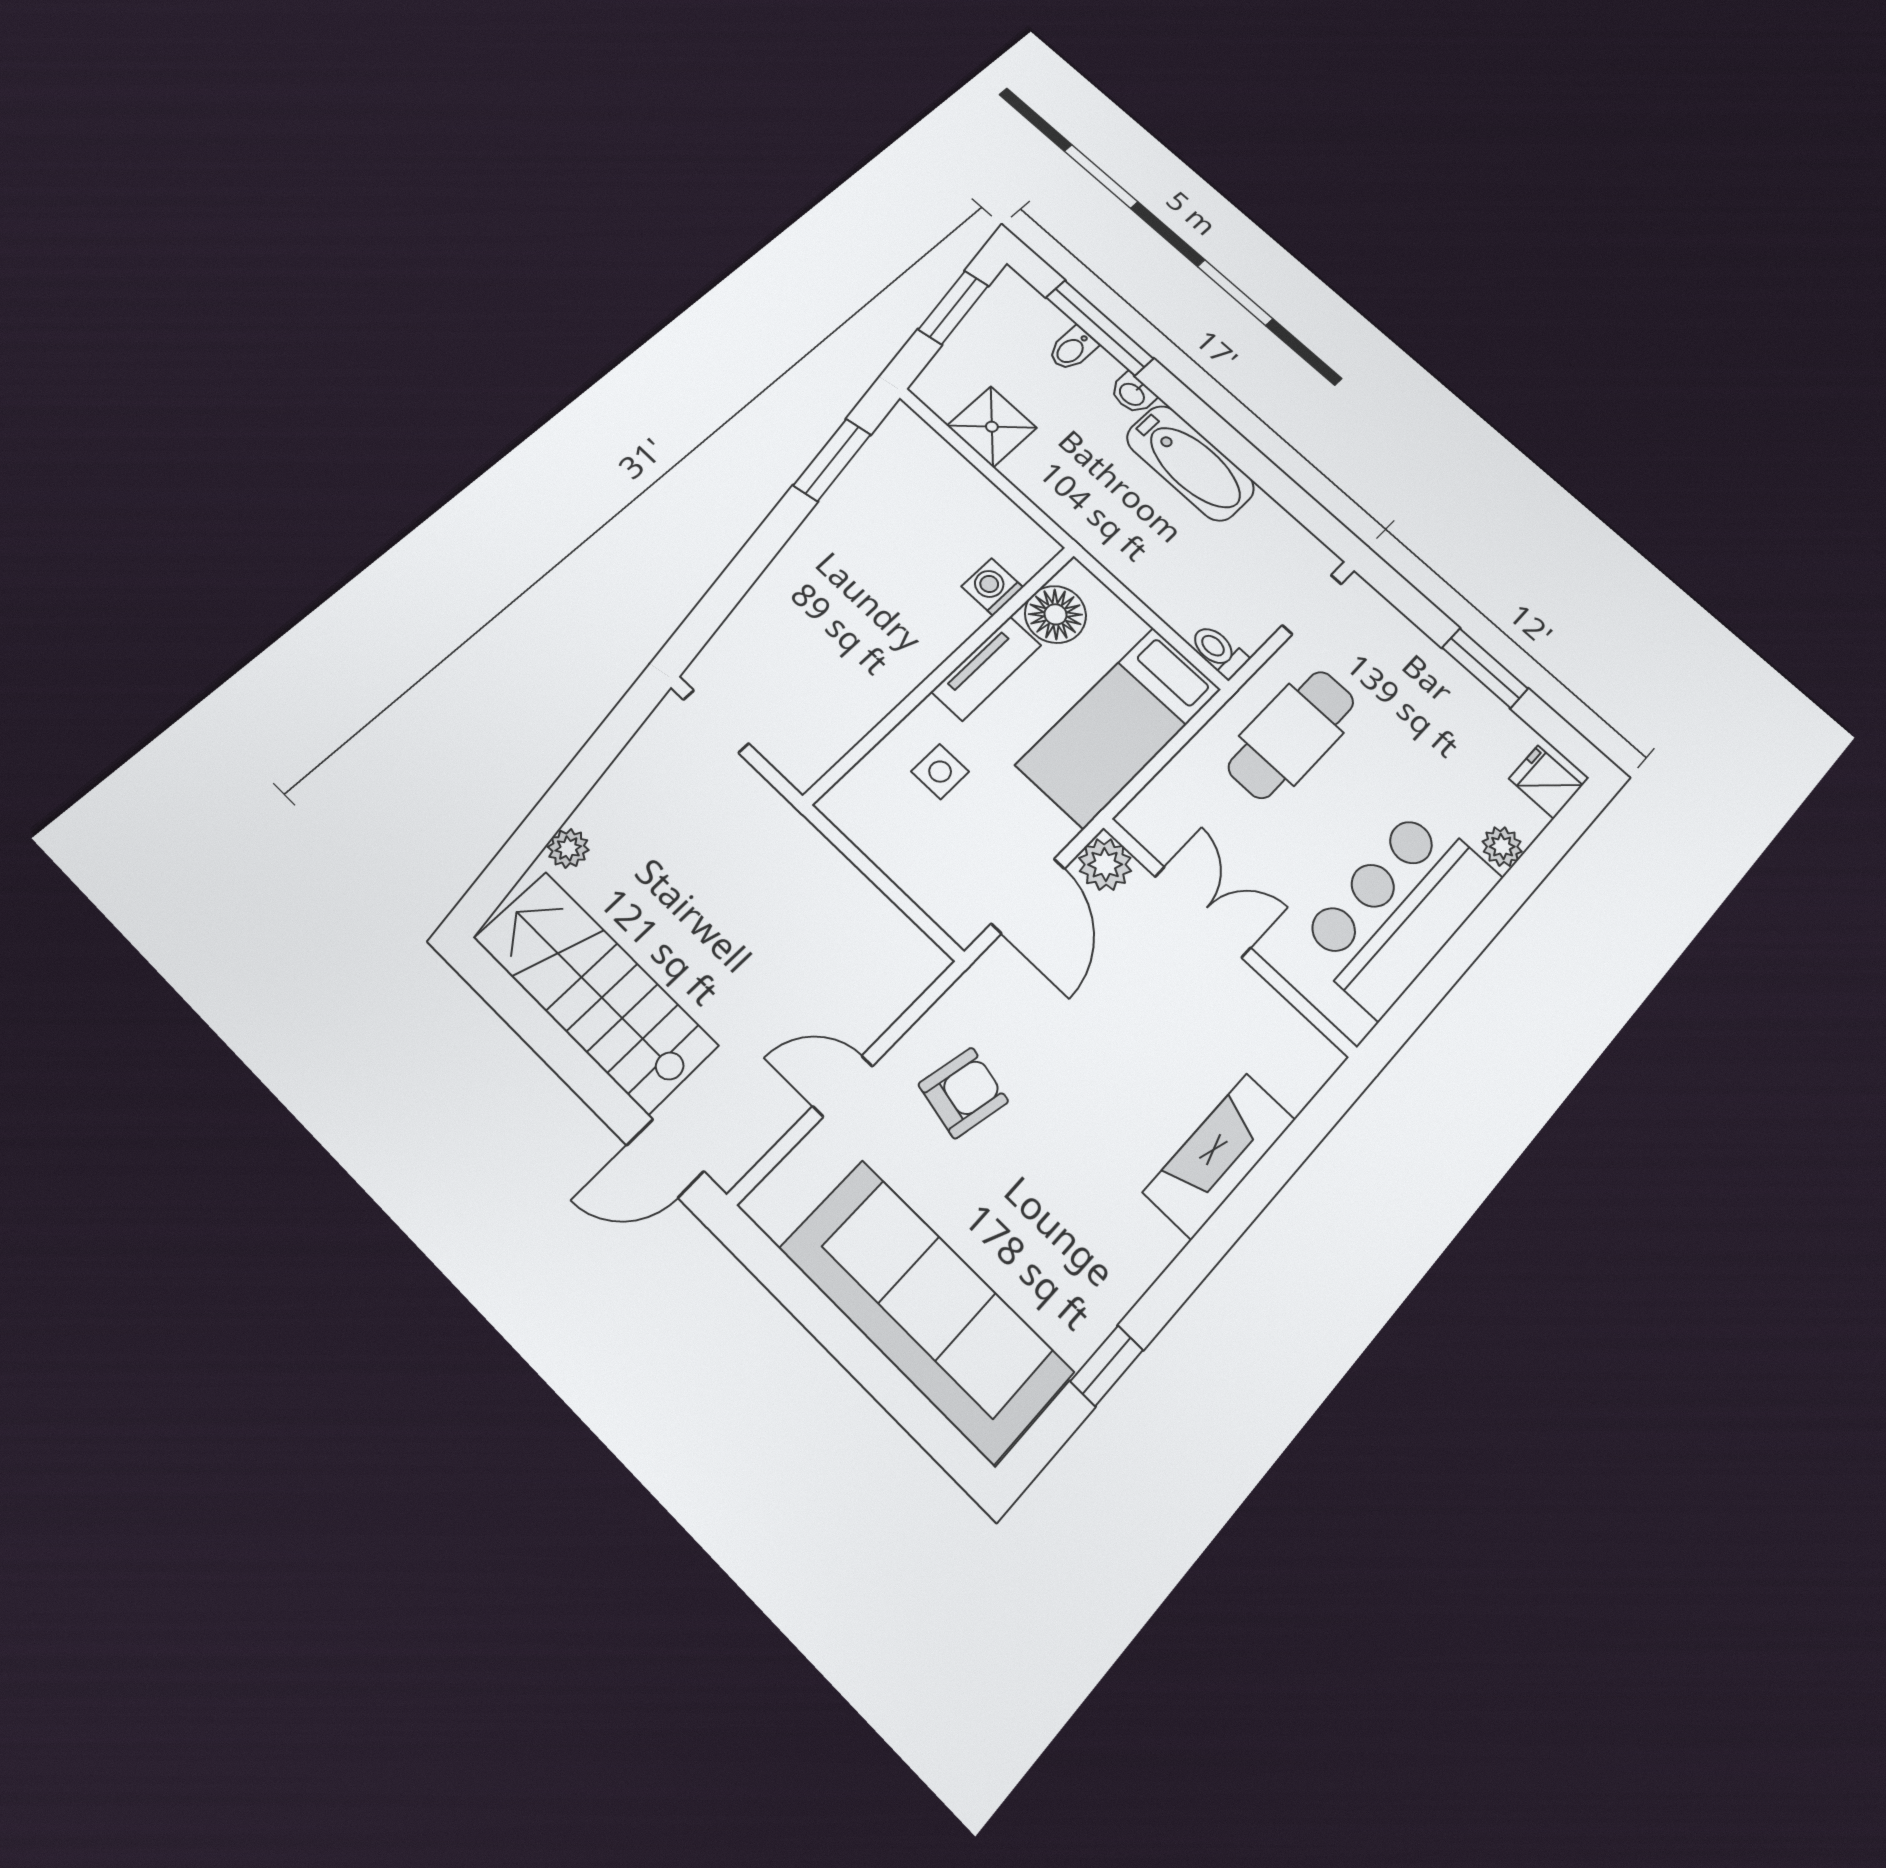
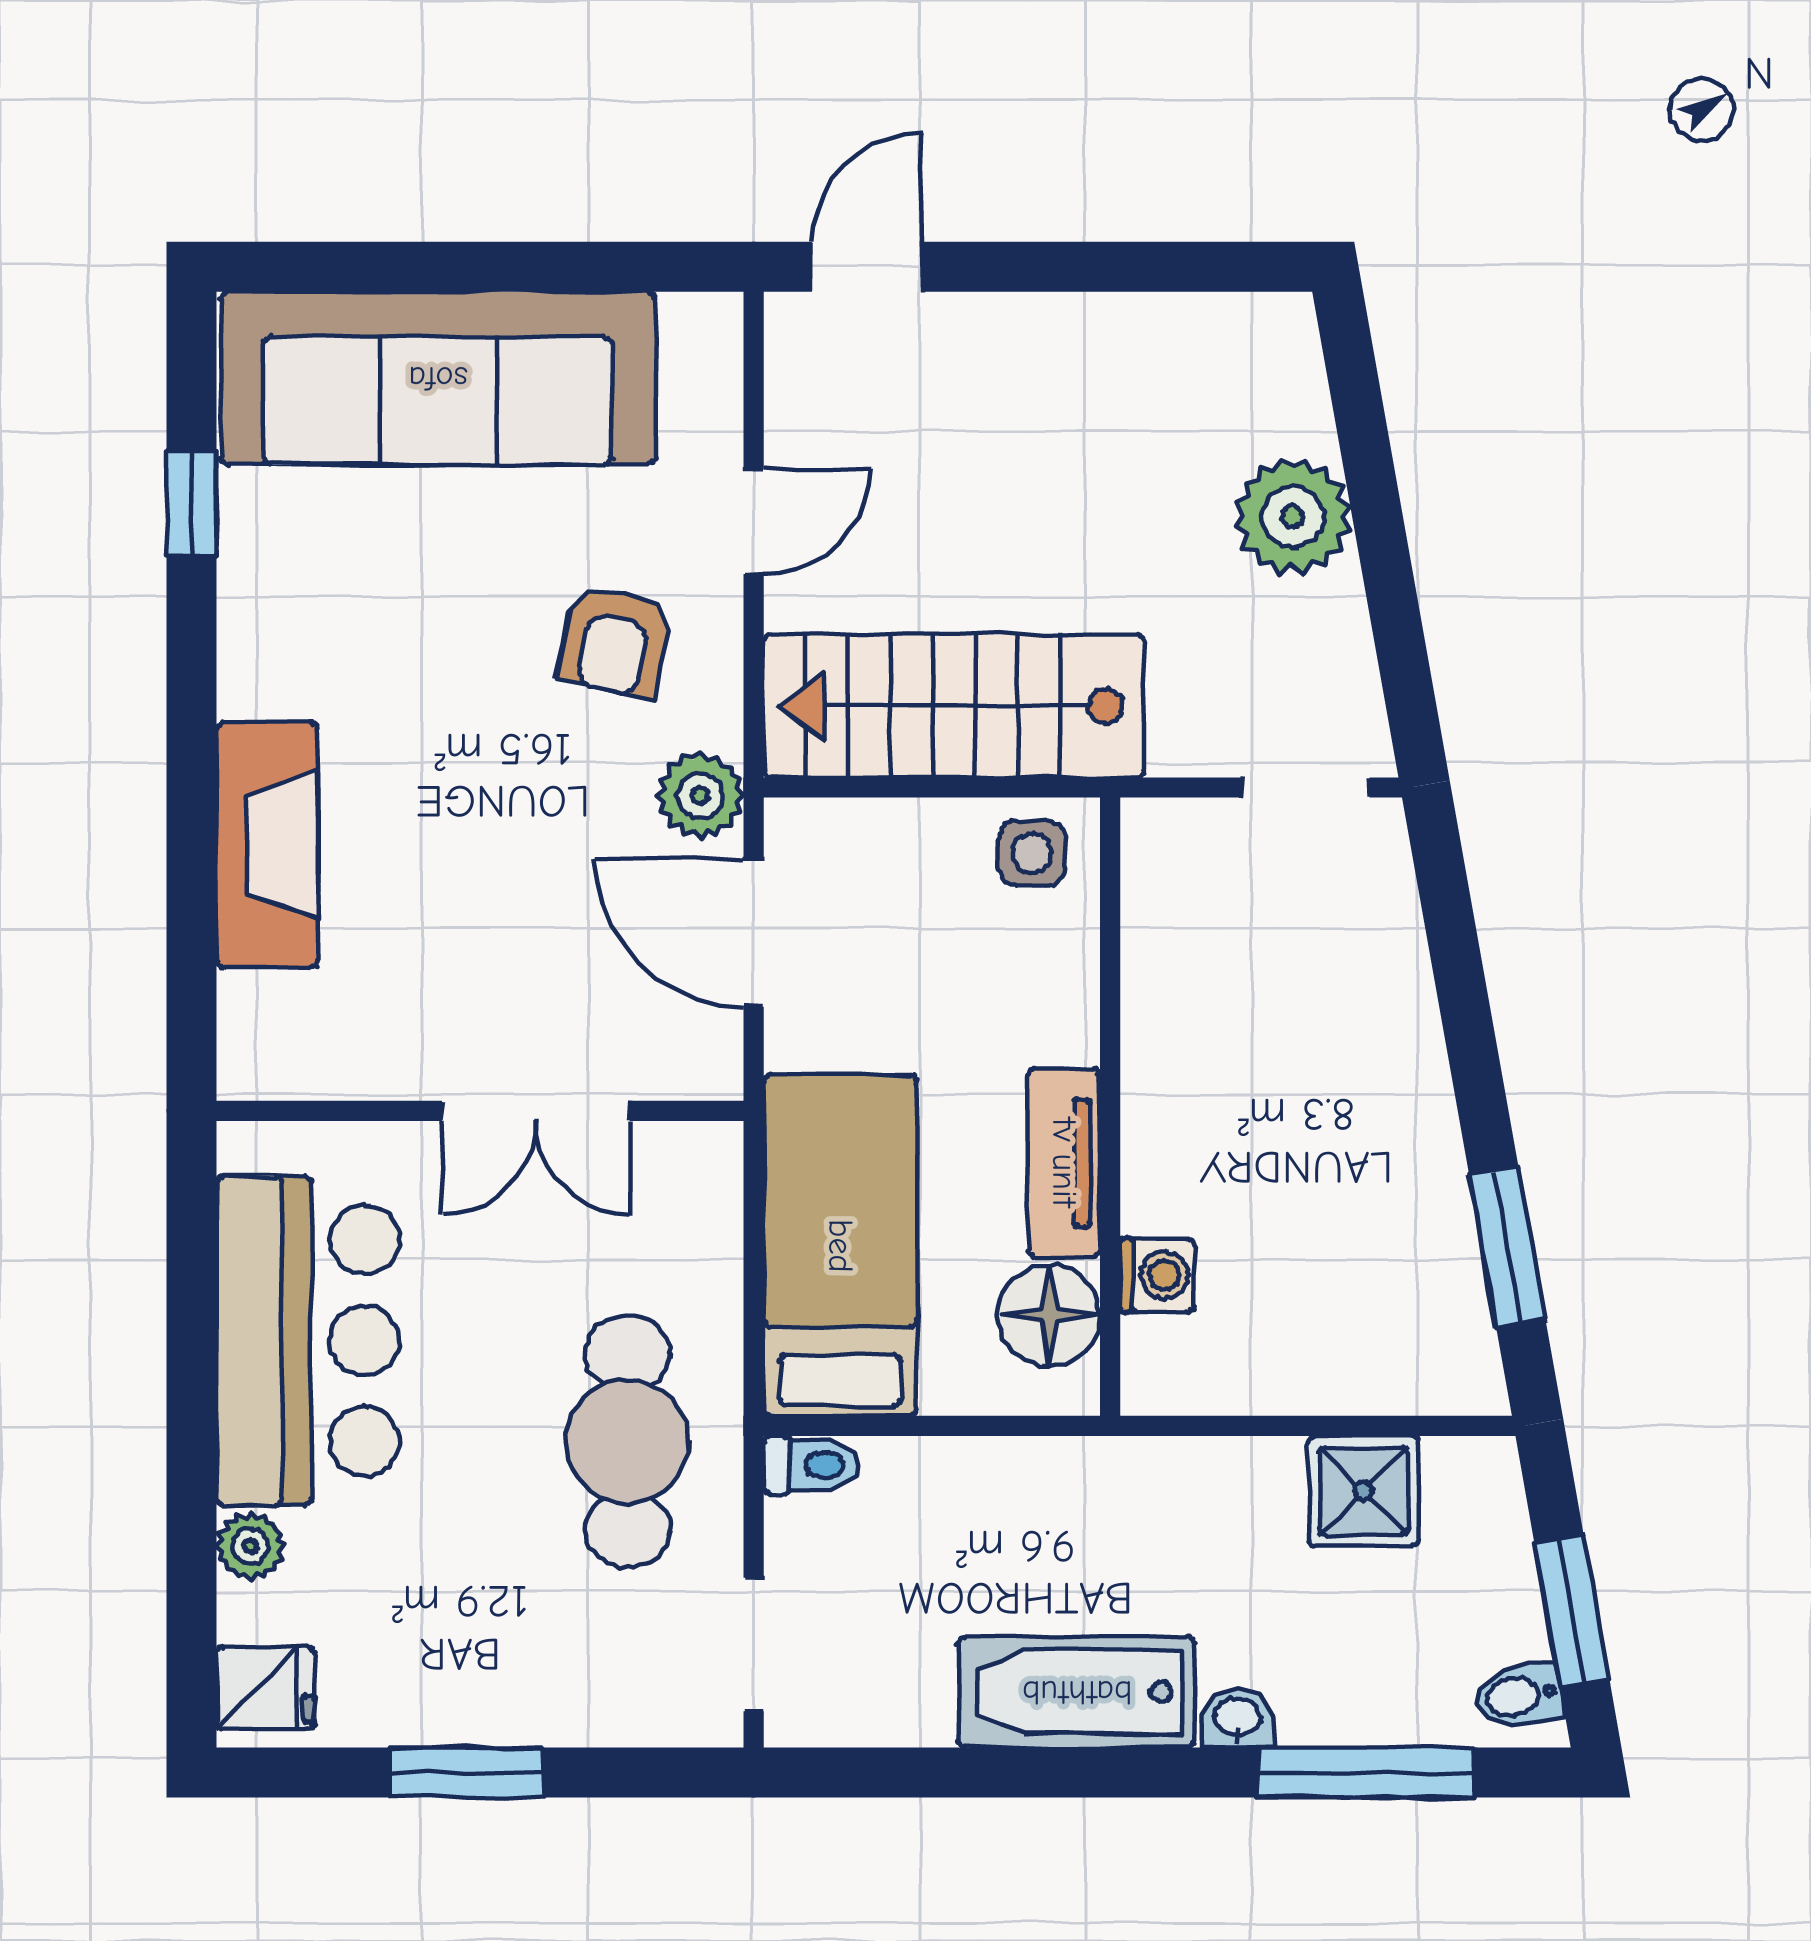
bidet: (1072, 349) -> (1519, 1696), moved, turned -100
side table: (940, 772) -> (1032, 853), moved
plant: (568, 848) -> (1293, 516), width x1.87, depth x1.87
plant: (1105, 864) -> (700, 795), moved
stairs: (596, 992) -> (954, 706), moved, turned 180

